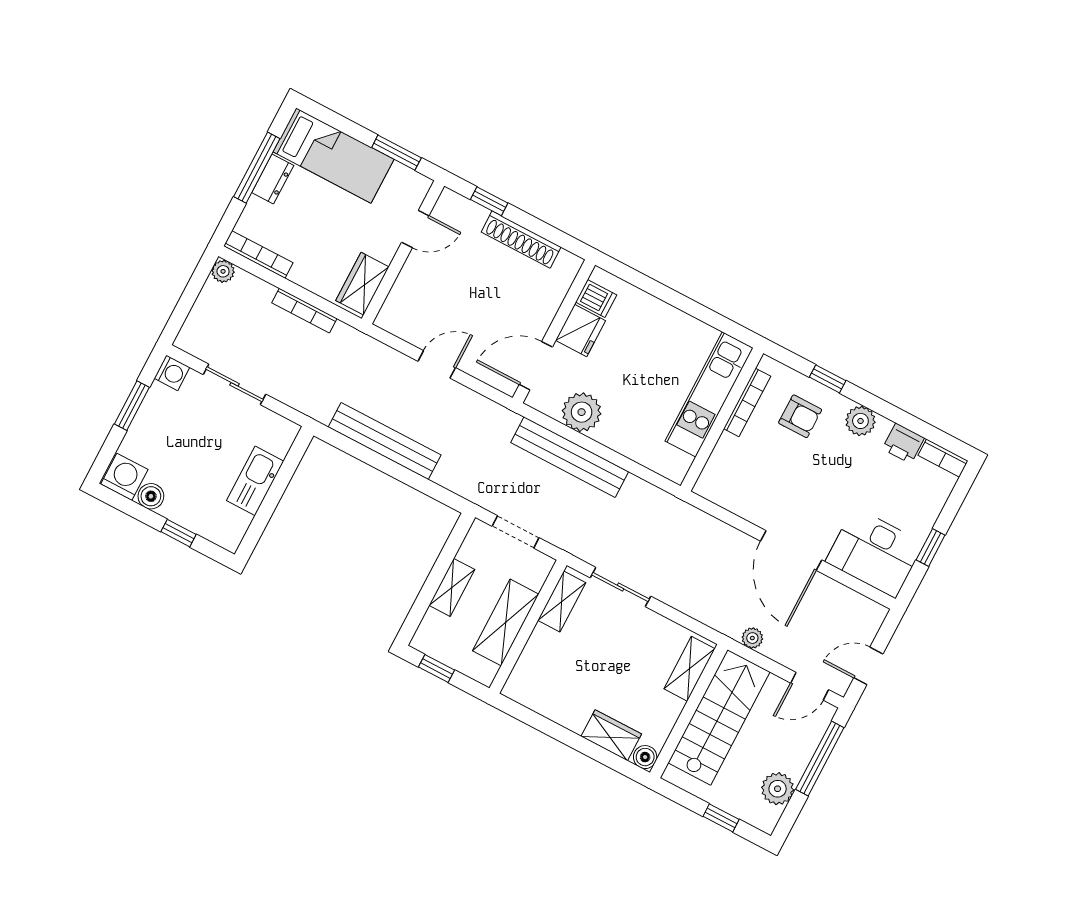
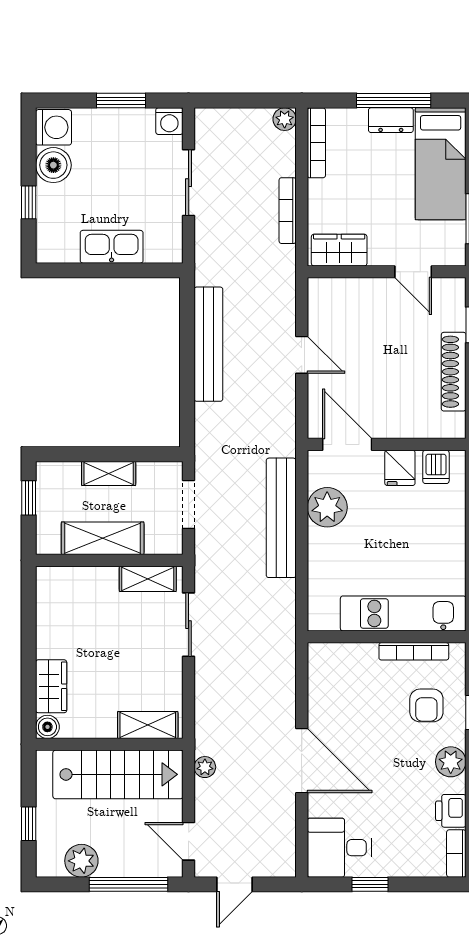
fridge: (581, 331) -> (400, 468), width x0.72
boiler: (151, 496) -> (53, 165), width x1.36, depth x1.36
door: (791, 550) -> (302, 761), swing flipped
desk: (875, 553) -> (339, 848), width x0.73
door: (868, 666) -> (235, 884), swing flipped

